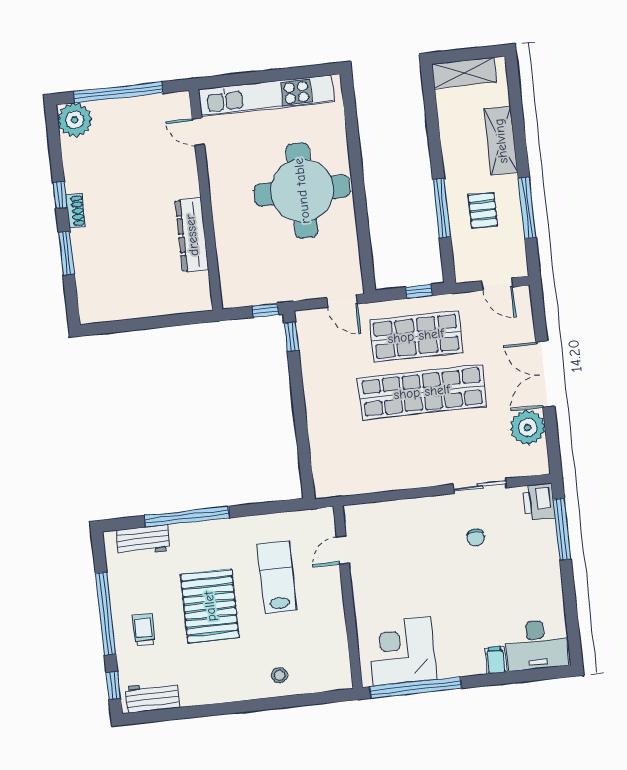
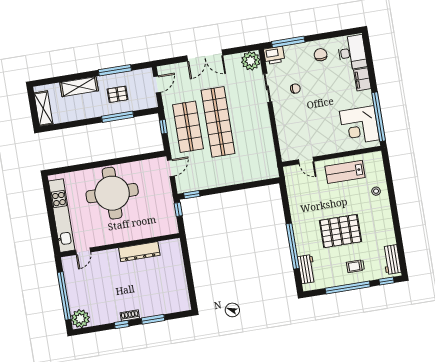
plant: (528, 427) -> (251, 61), moved
lab bench: (277, 577) -> (345, 172), moved
chair: (535, 587) -> (321, 55), added
filing cabinet: (496, 660) -> (362, 79), width x2.00

